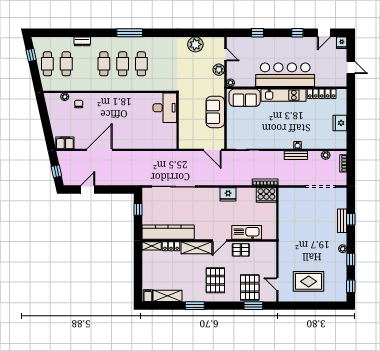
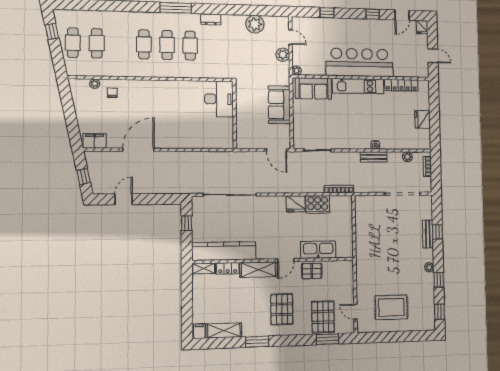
dresser: (82, 41) -> (211, 19), moved
cooker: (266, 195) -> (318, 204), moved

